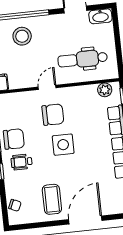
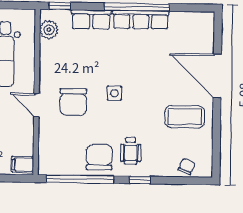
chair: (53, 115) -> (73, 102), turned 180
side table: (63, 145) -> (114, 93), width x0.54, depth x0.54

